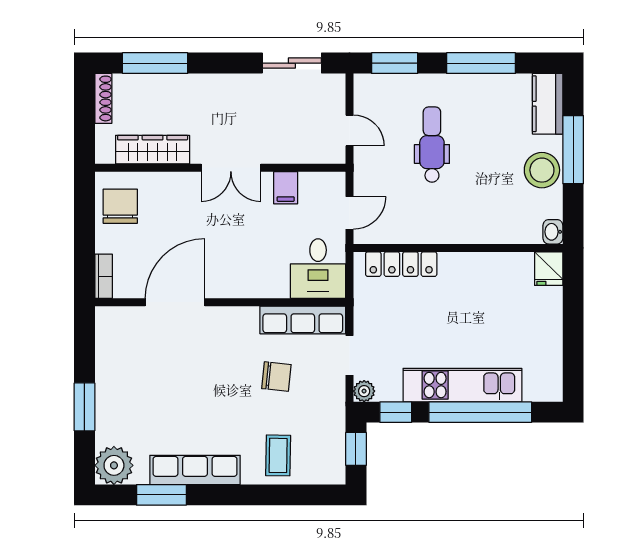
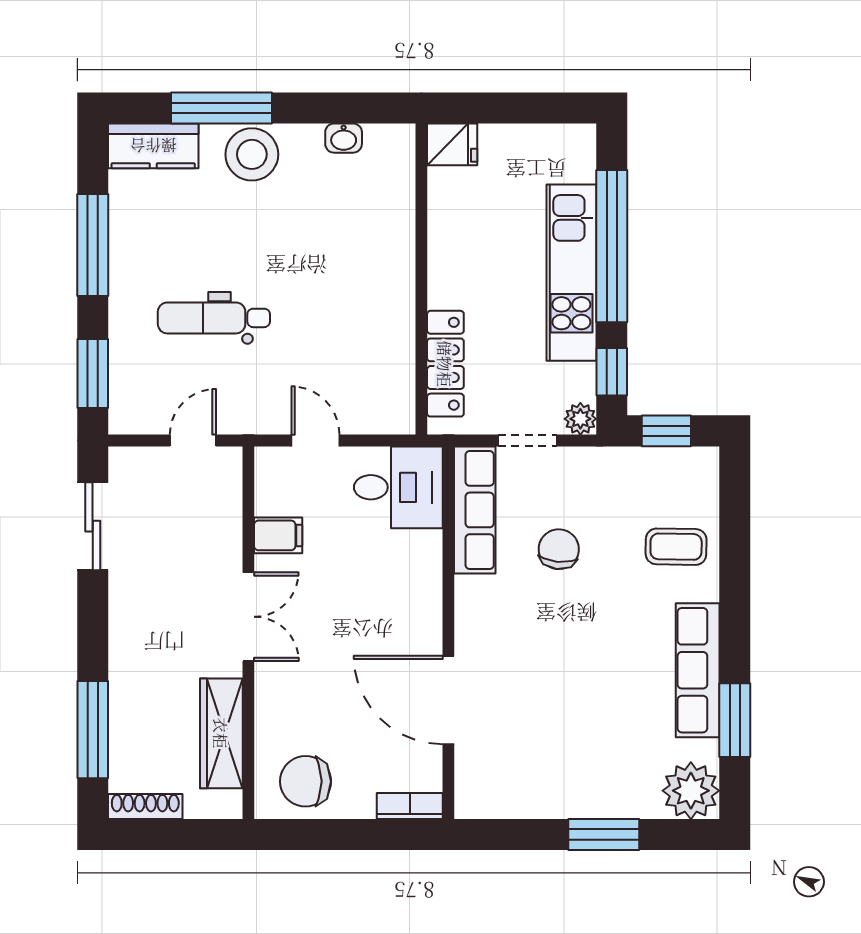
wall: (458, 248) -> (421, 279), moved
locker: (401, 264) -> (445, 364), moved
fridge: (549, 269) -> (452, 144), moved

